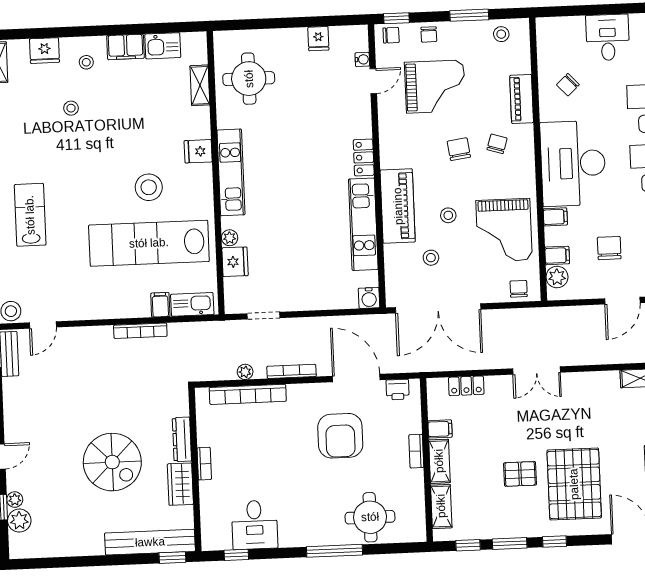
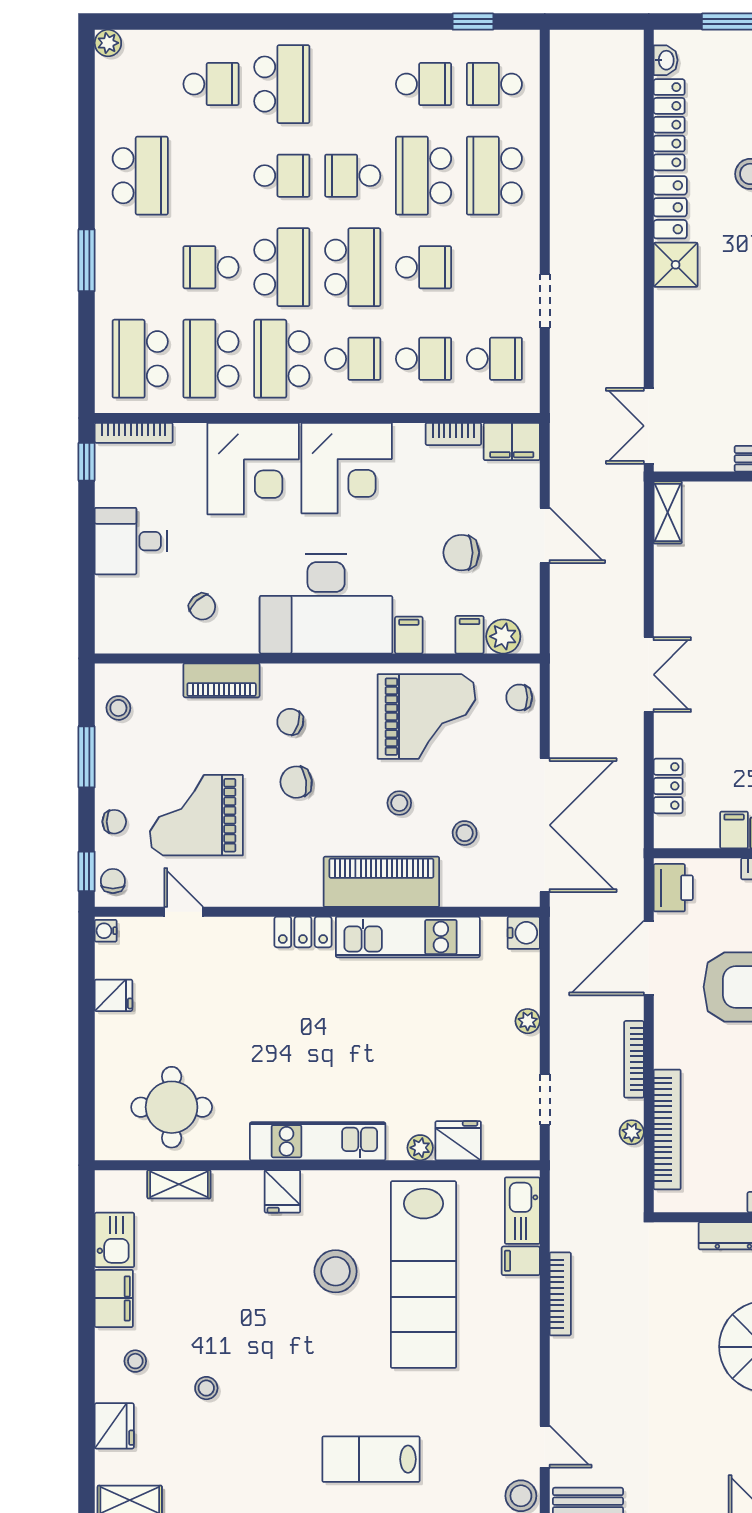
water cooler: (362, 59) -> (106, 931), moved, turned -90
grand piano: (435, 87) -> (196, 815), turned -90
plant: (313, 303) -> (528, 1021), added
printer: (398, 390) -> (673, 888), width x1.36, depth x1.24

